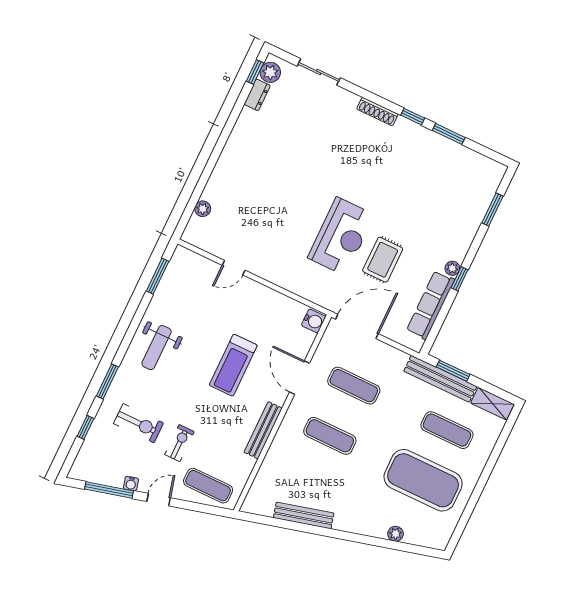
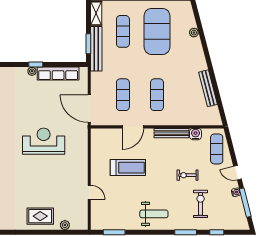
rug: (383, 260) -> (40, 216), moved
water cooler: (314, 321) -> (196, 134), moved
treadmill: (233, 365) -> (128, 168), moved
exercise bike: (179, 443) -> (188, 175), moved

